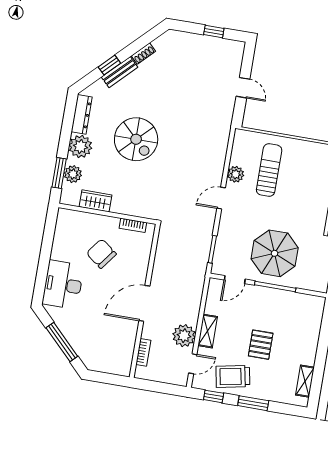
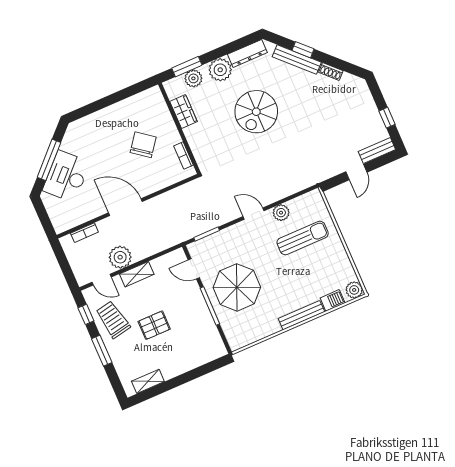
bench: (236, 58) -> (377, 151), added
bench: (120, 72) -> (297, 60), width x1.36
desk: (63, 285) -> (66, 176), moved, turned -45

